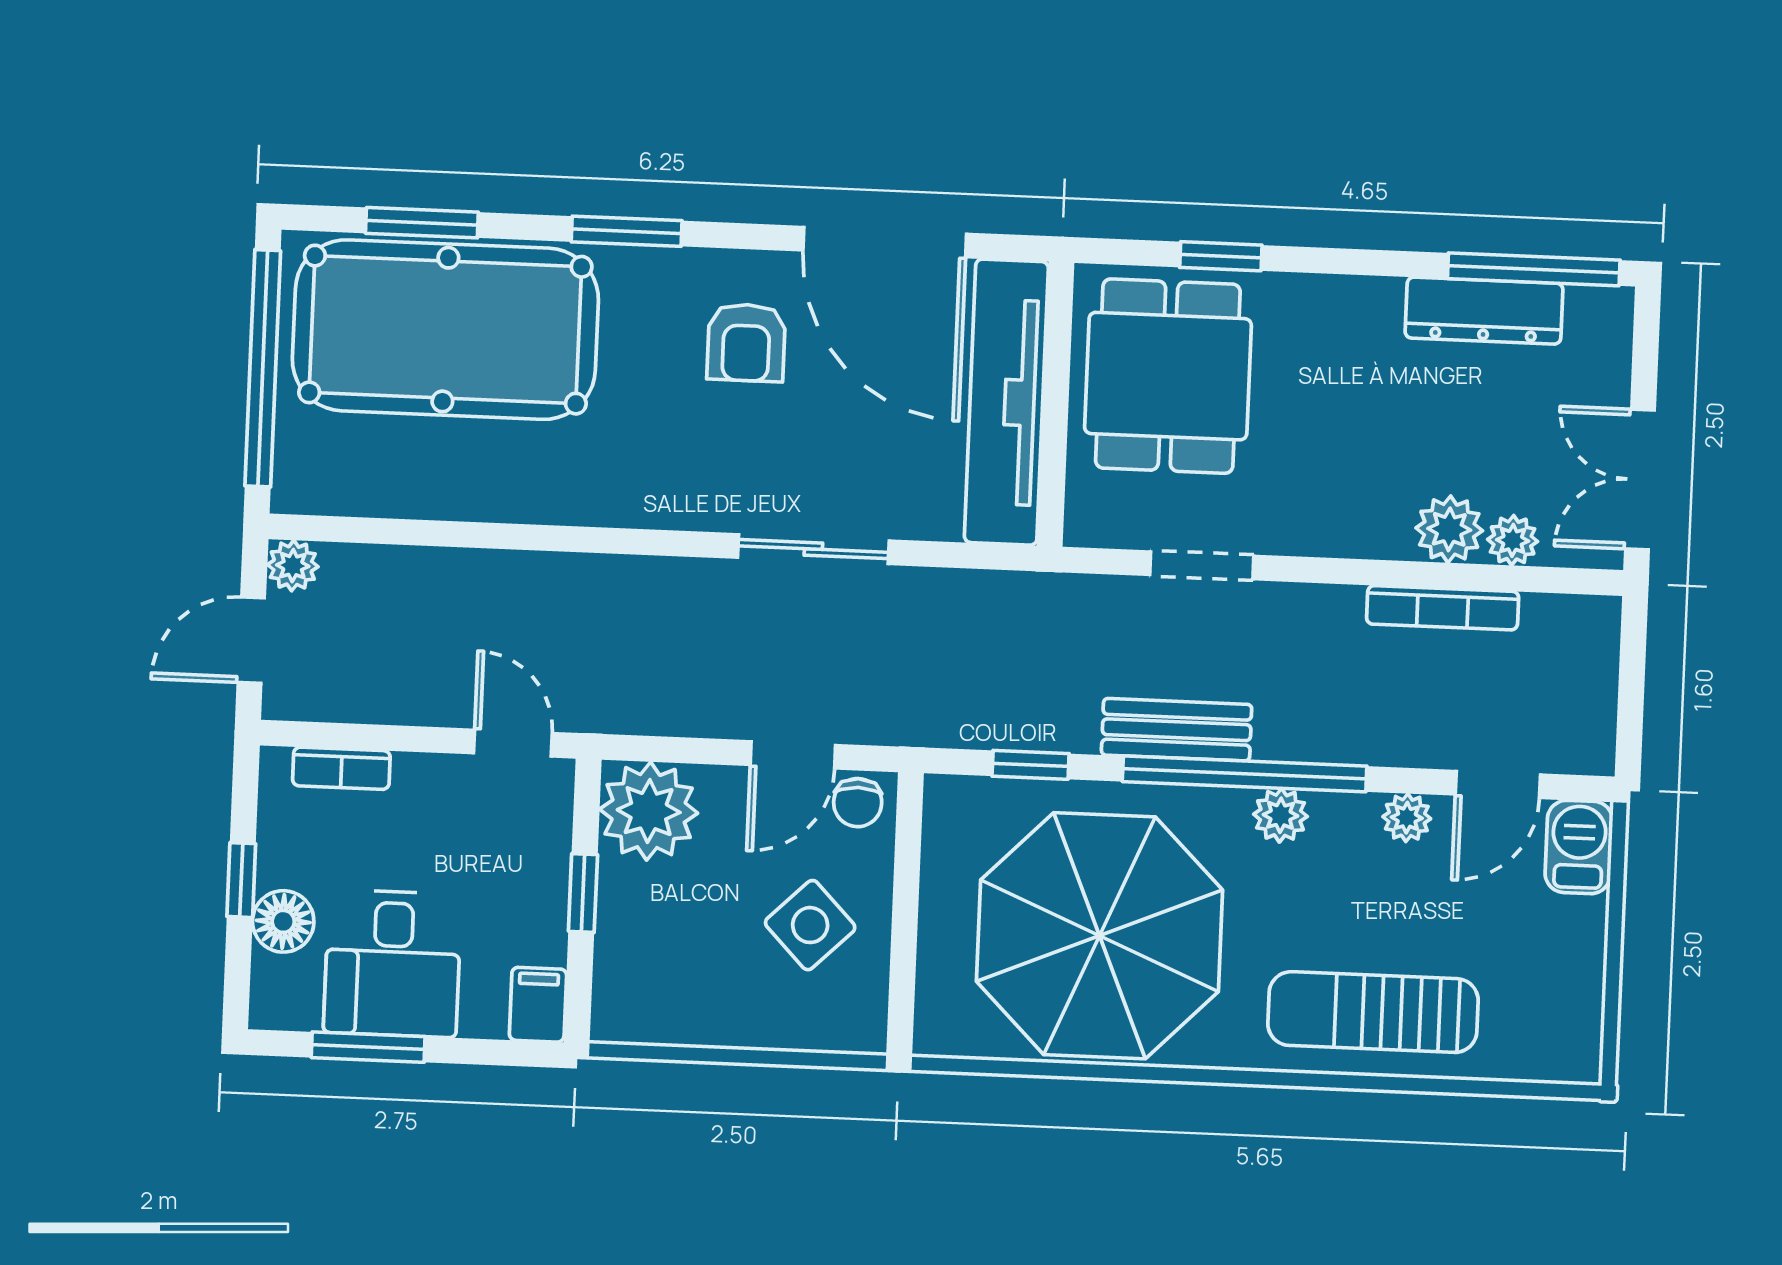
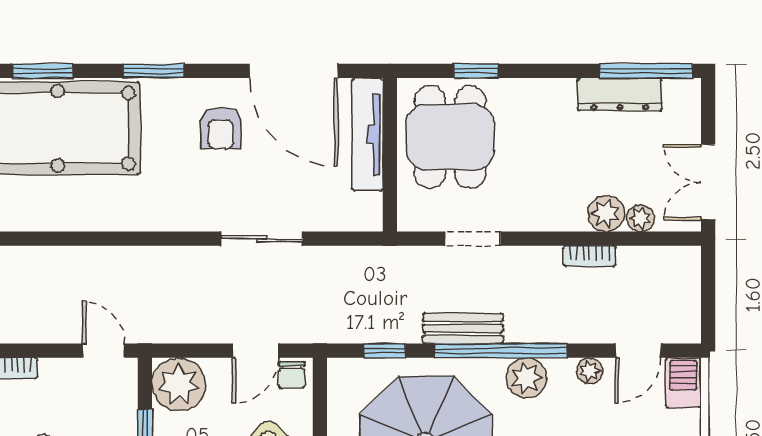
tv unit: (1006, 402) -> (368, 134), width x0.73, depth x0.78
bookcase: (1443, 608) -> (589, 256), width x0.64
plant: (1281, 815) -> (527, 378), width x1.38, depth x1.38

